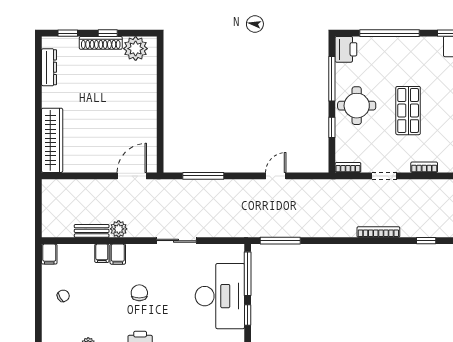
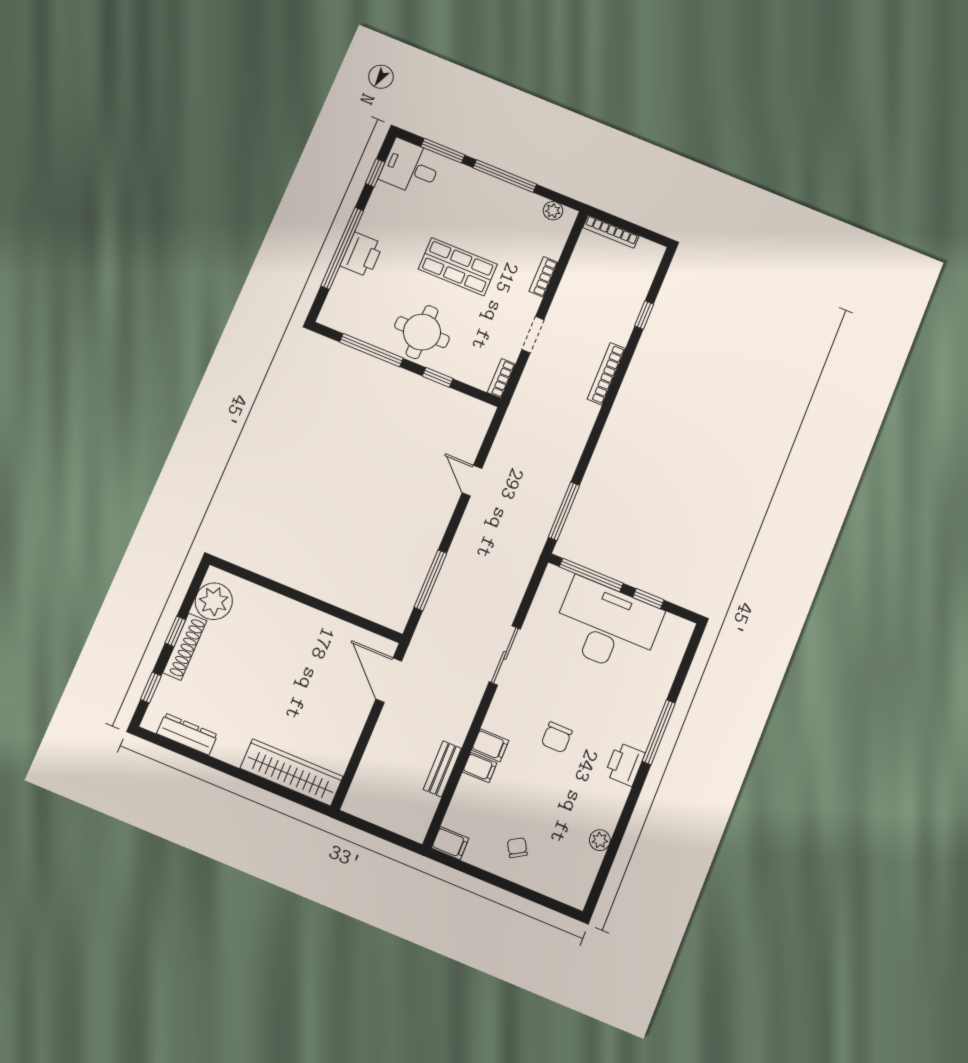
printer: (346, 49) -> (362, 255), moved, turned 90
plant: (119, 229) -> (455, 730), removed
chair: (139, 293) -> (557, 737), turned -90

